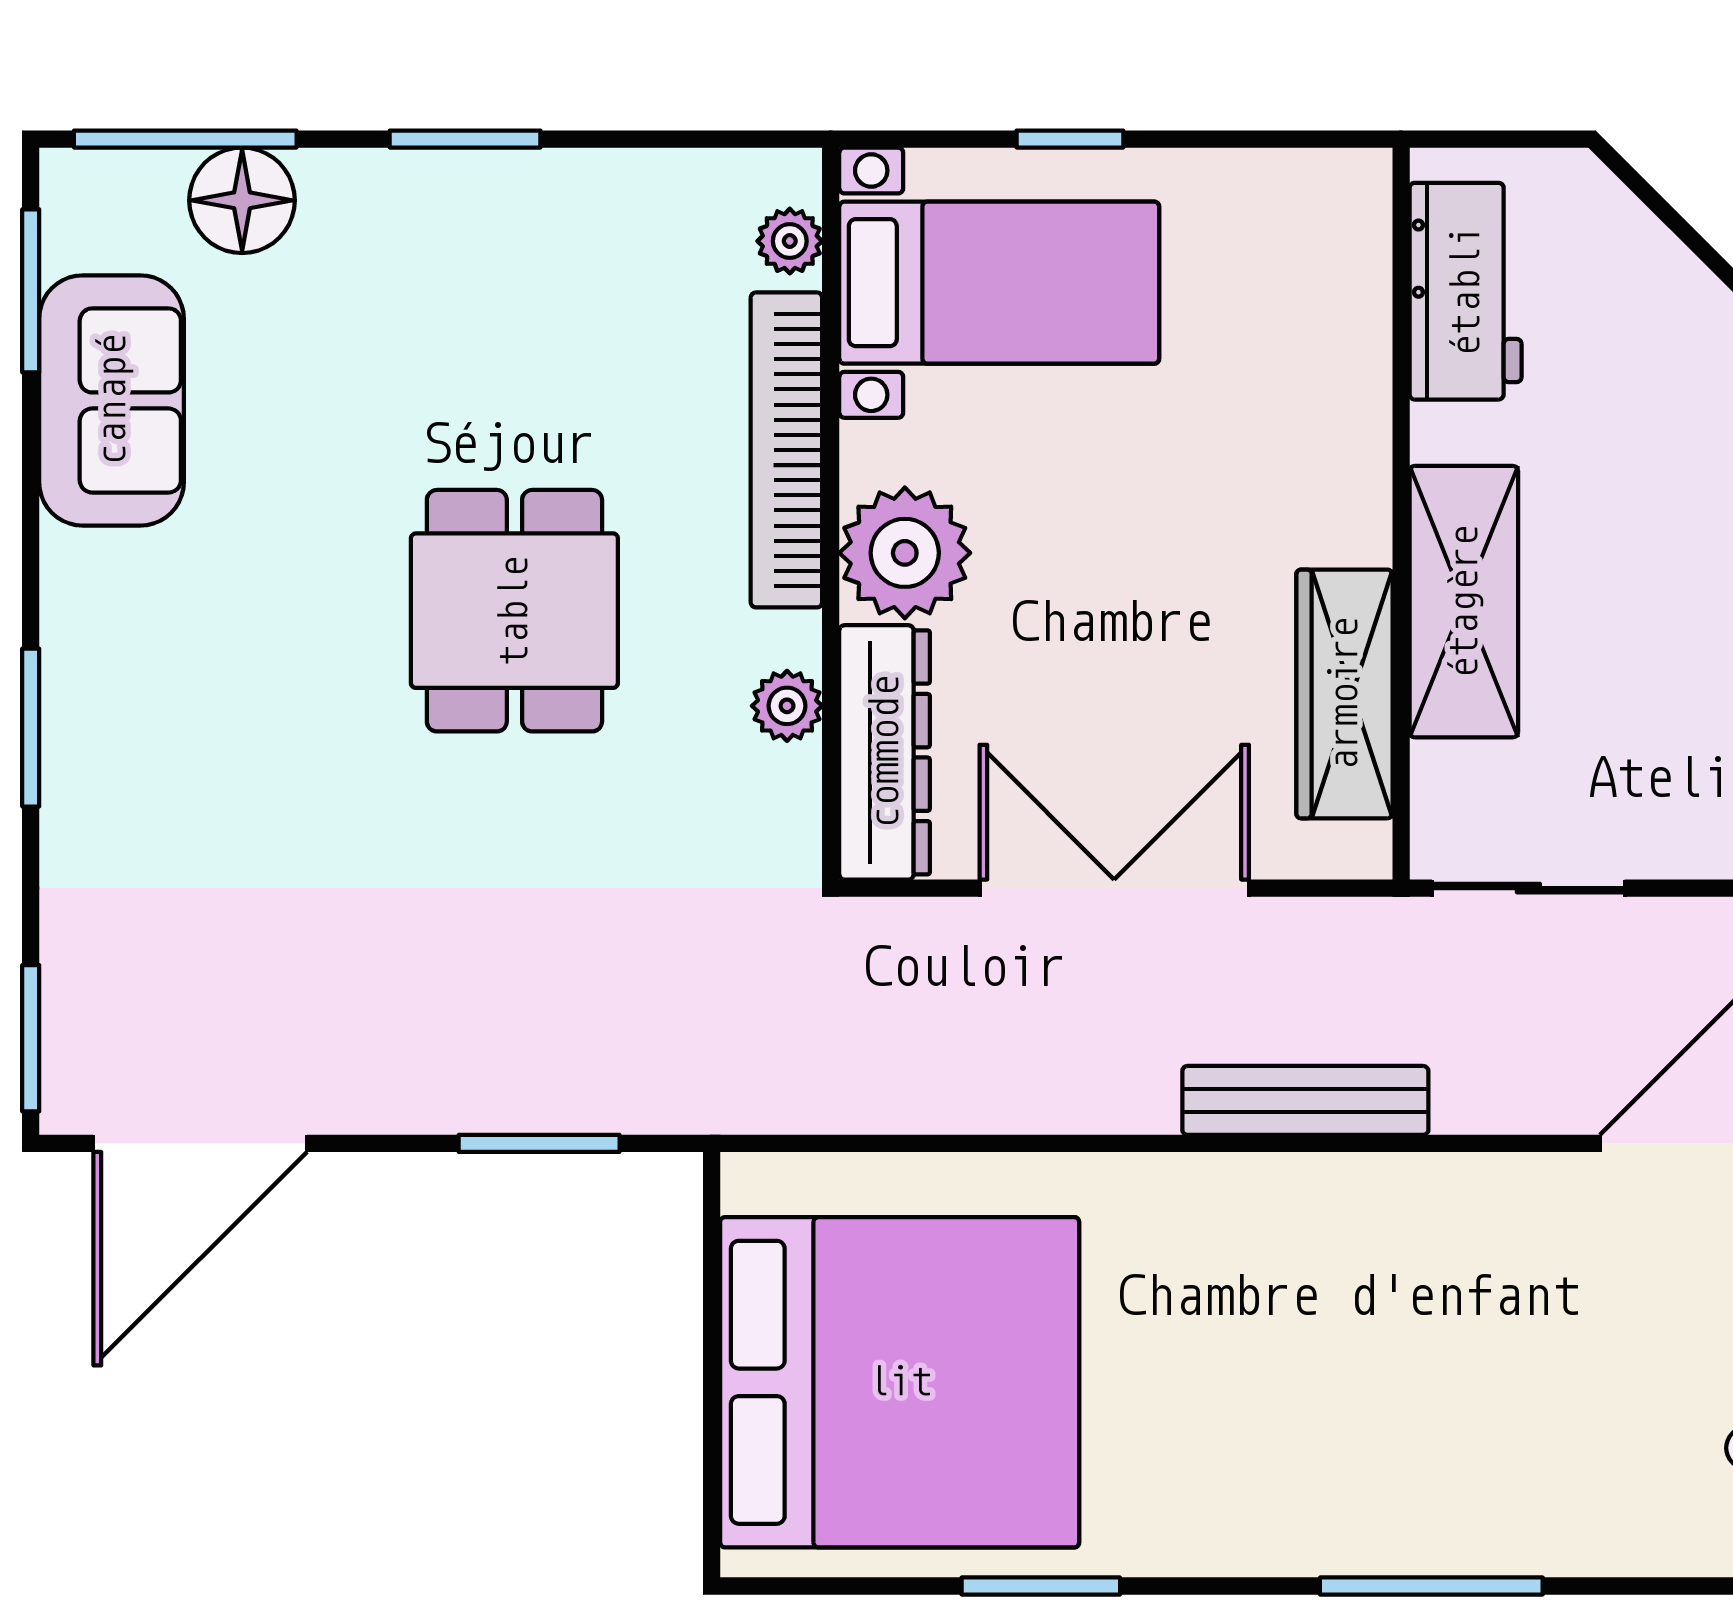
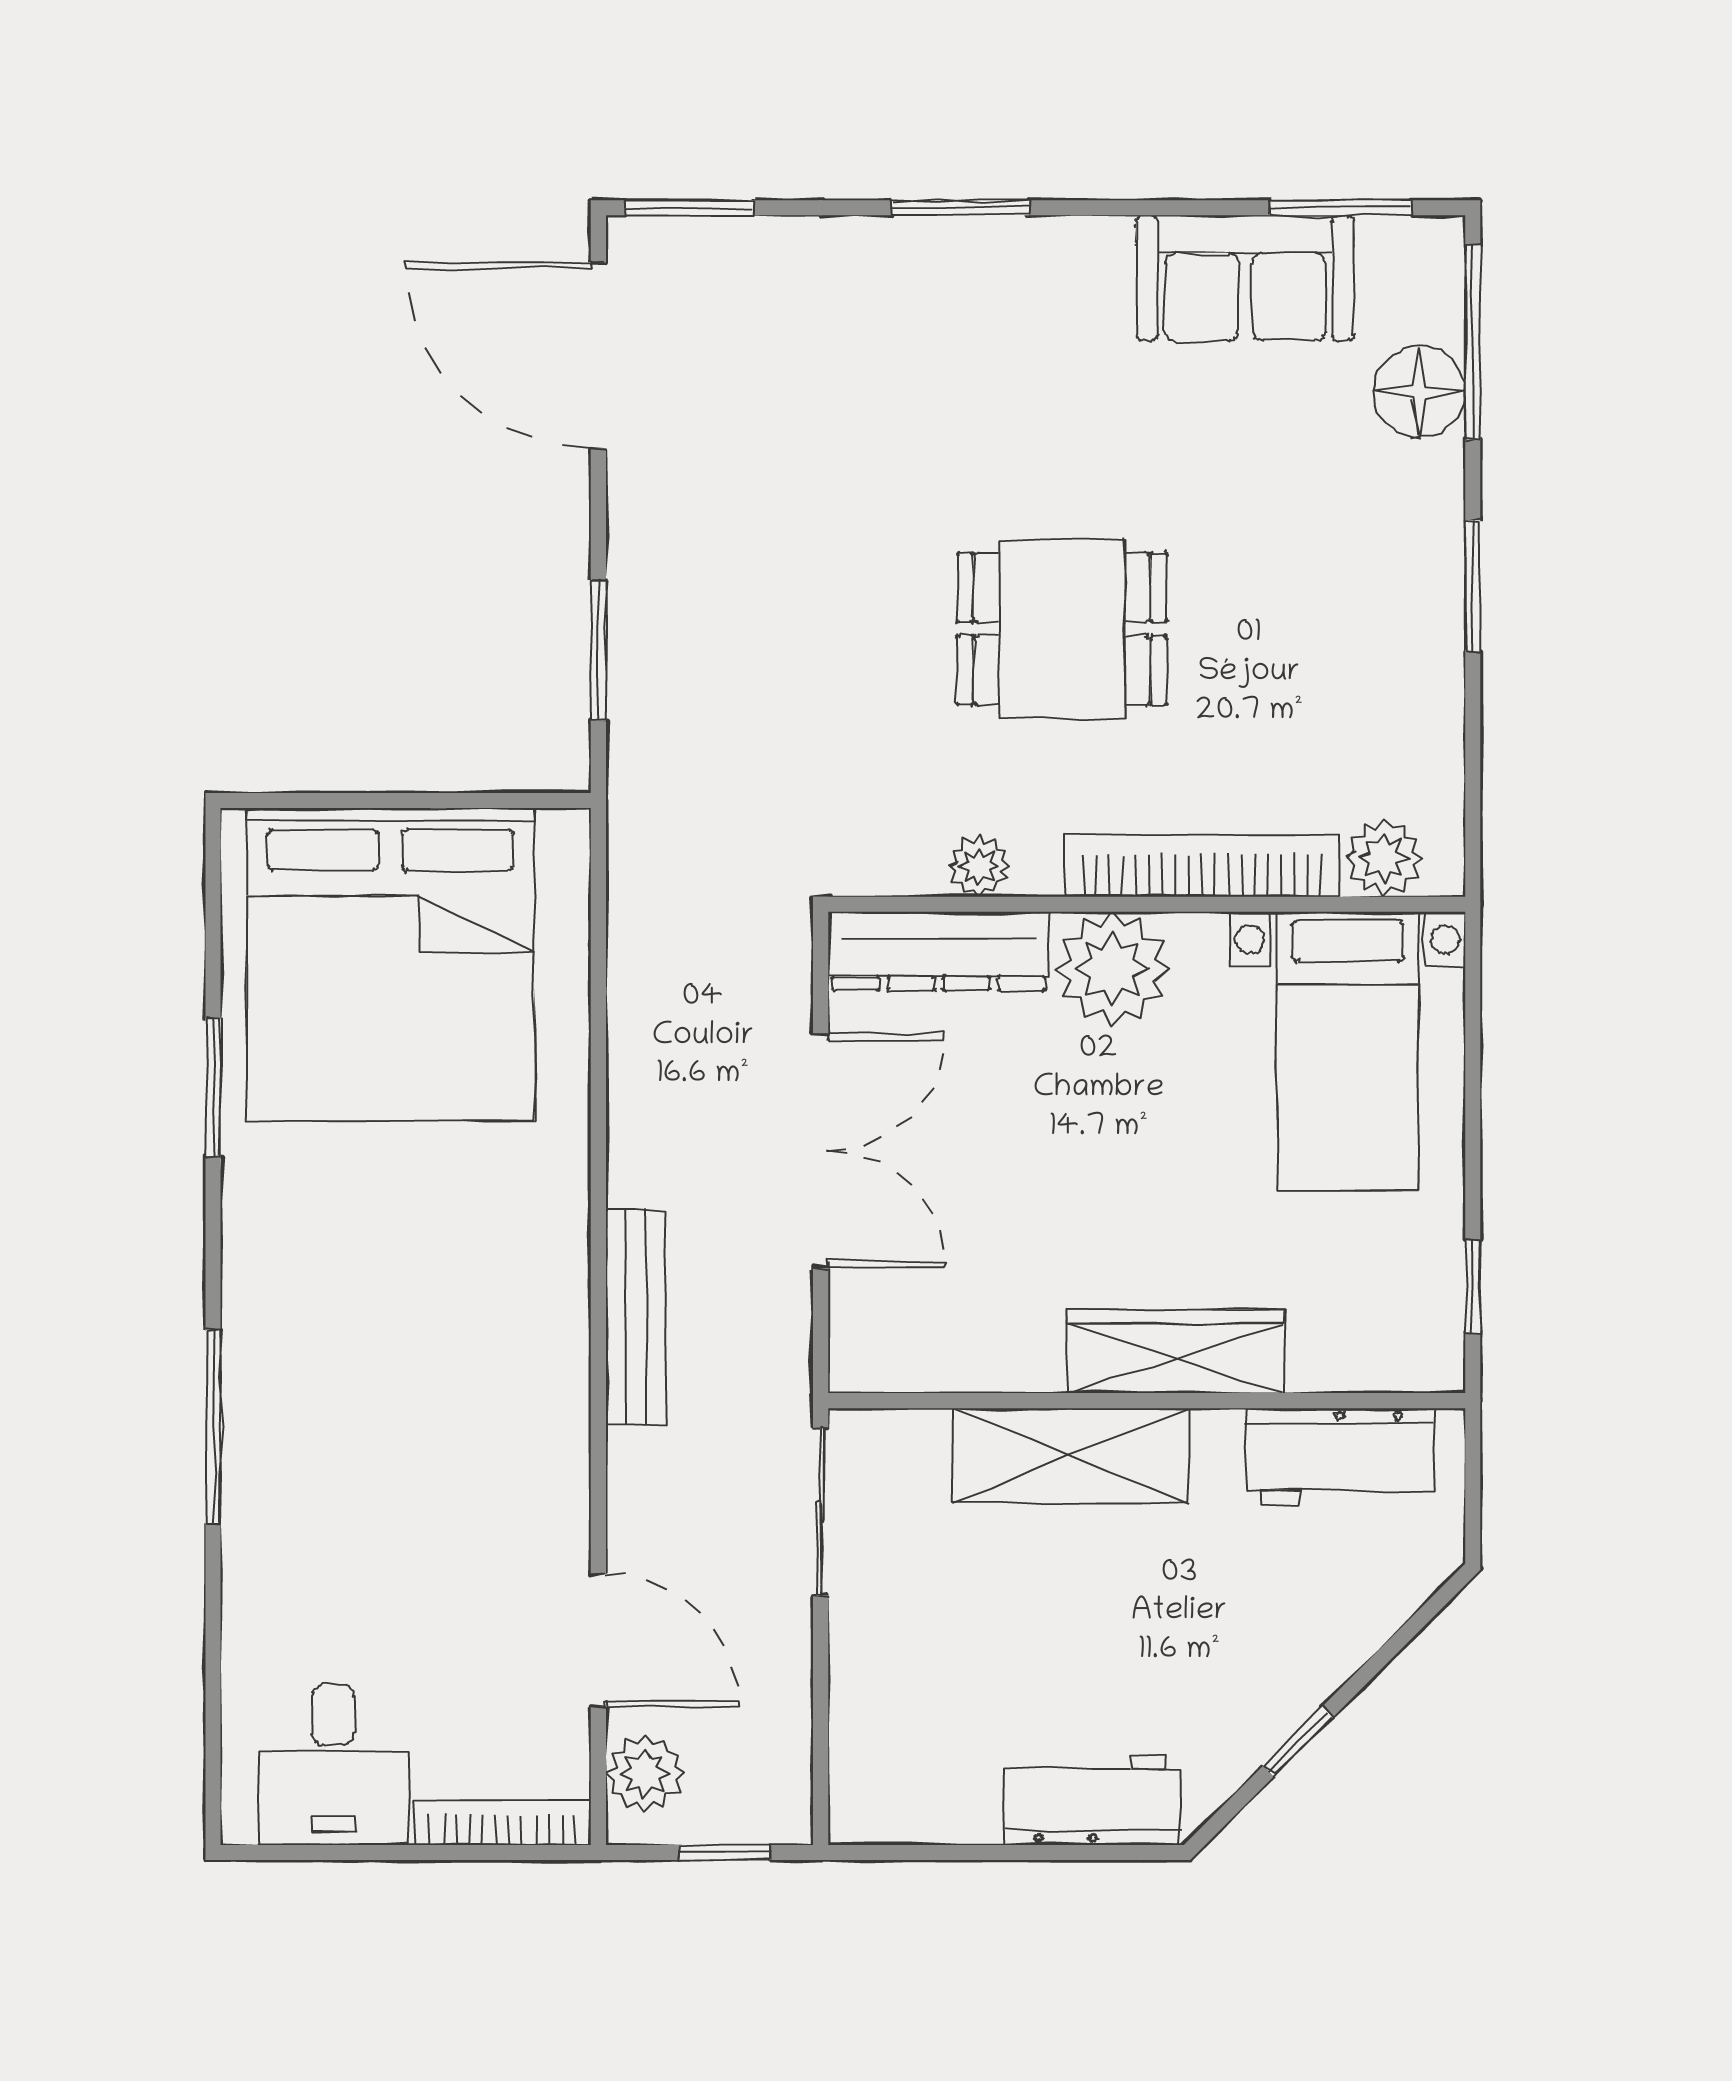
window: (1070, 139) -> (1473, 1287), moved
plant: (790, 241) -> (1384, 858), width x1.38, depth x1.38
wardrobe: (1344, 694) -> (1175, 1351), moved

